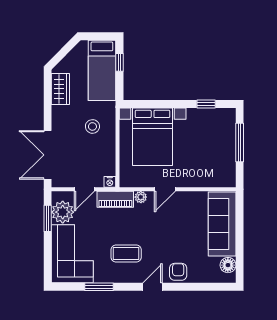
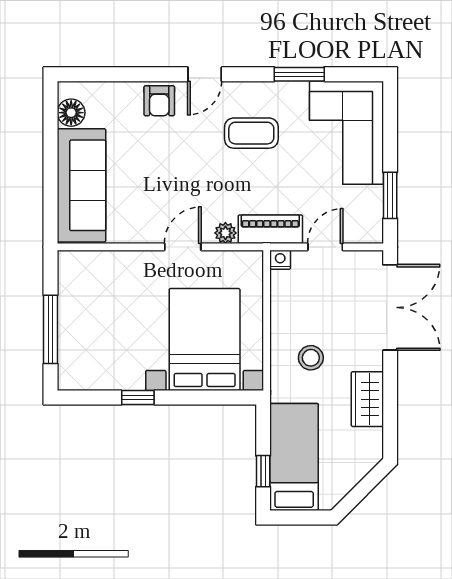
wardrobe: (60, 89) -> (367, 399), moved
window: (206, 104) -> (138, 398), moved
plant: (63, 212) -> (364, 206), removed

